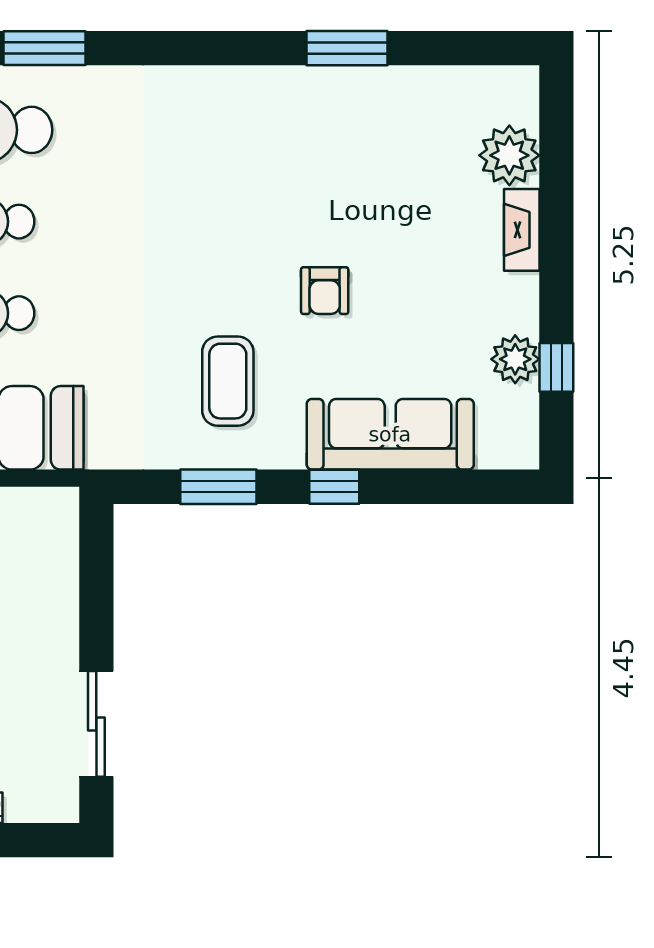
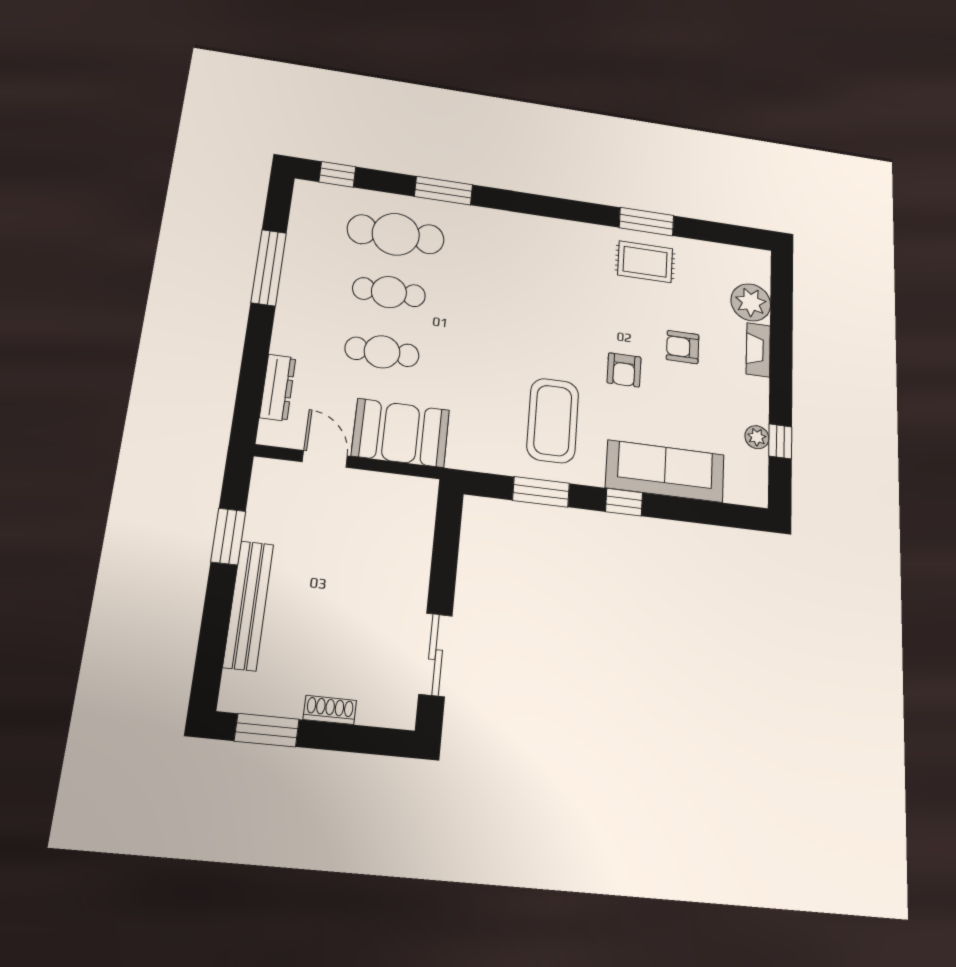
rug: (348, 115) -> (645, 262), added
armchair: (409, 242) -> (683, 347), added
plant: (515, 359) -> (757, 437), width x0.73, depth x0.73
coffee table: (228, 381) -> (553, 420), width x1.36, depth x1.32

